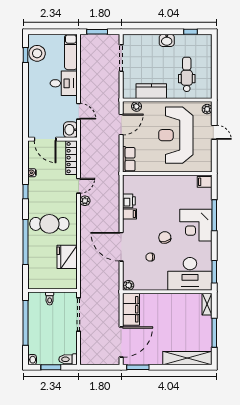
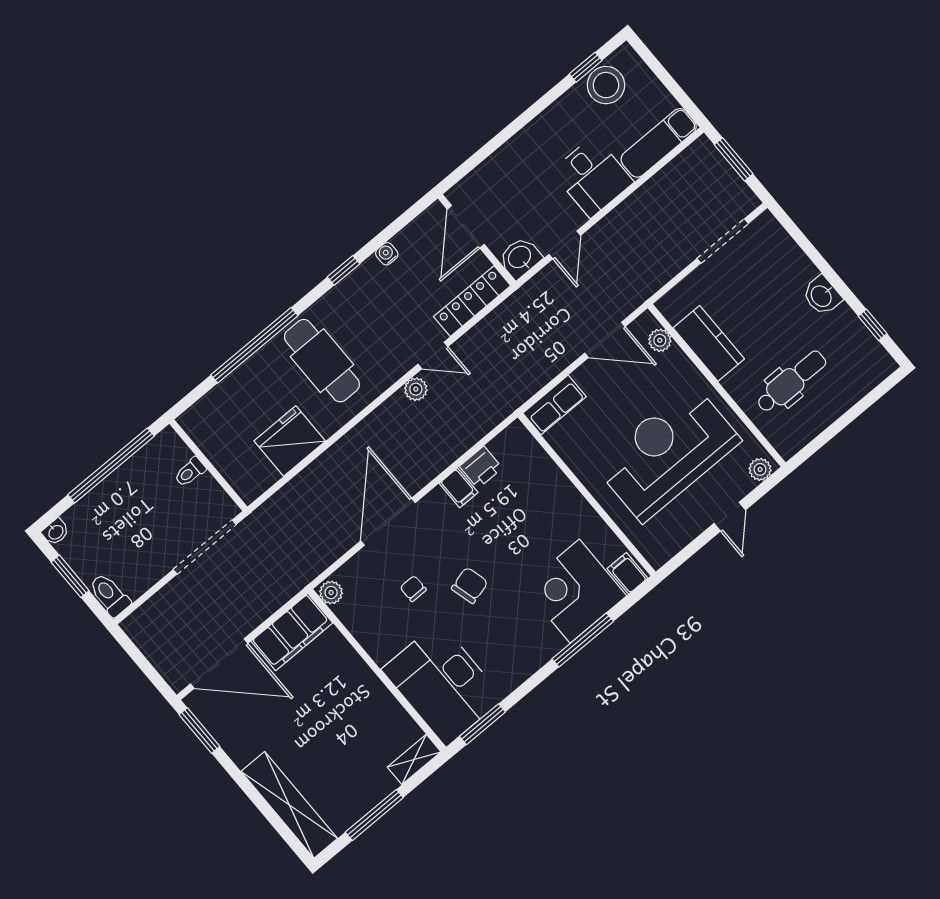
corner desk: (196, 225) -> (575, 591), moved

